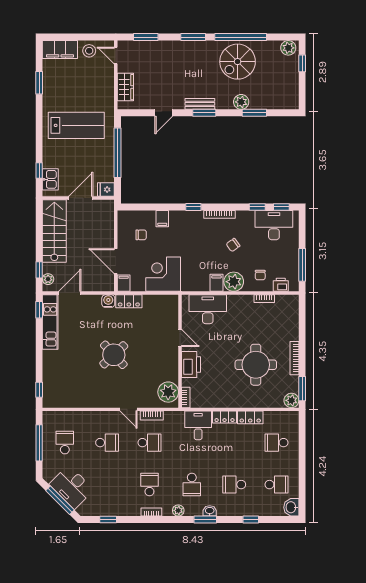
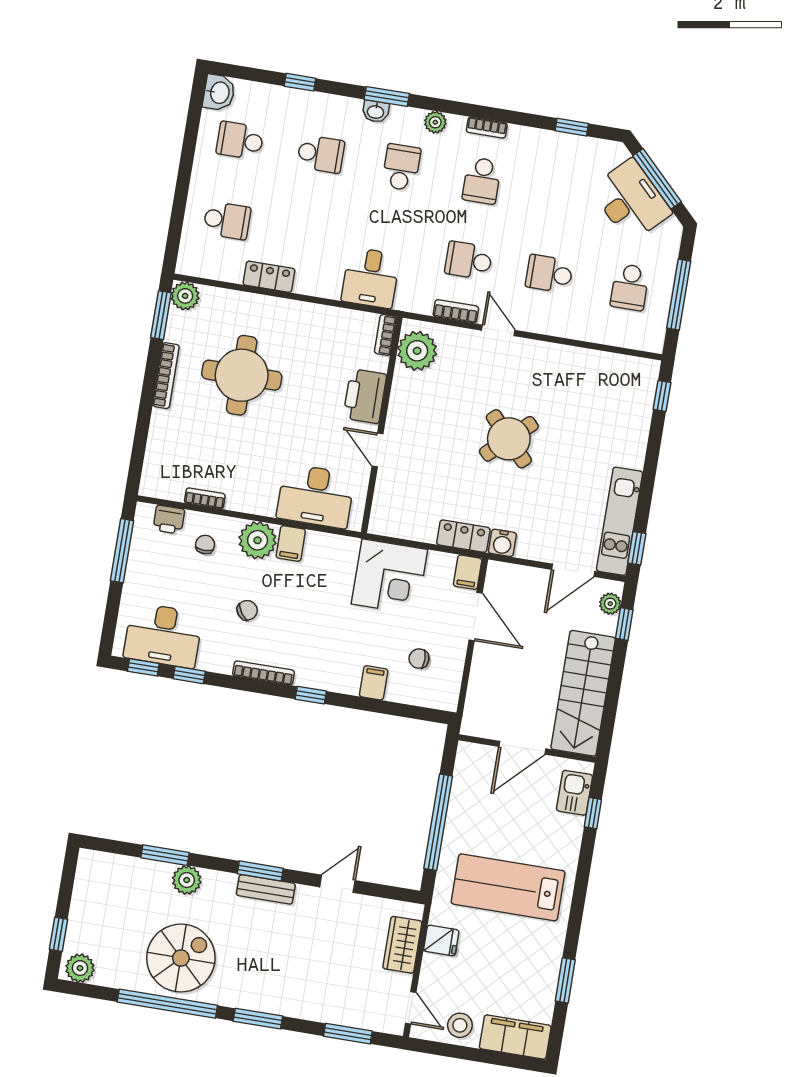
fridge: (106, 189) -> (441, 940), moved
locker: (225, 417) -> (318, 285), removed

